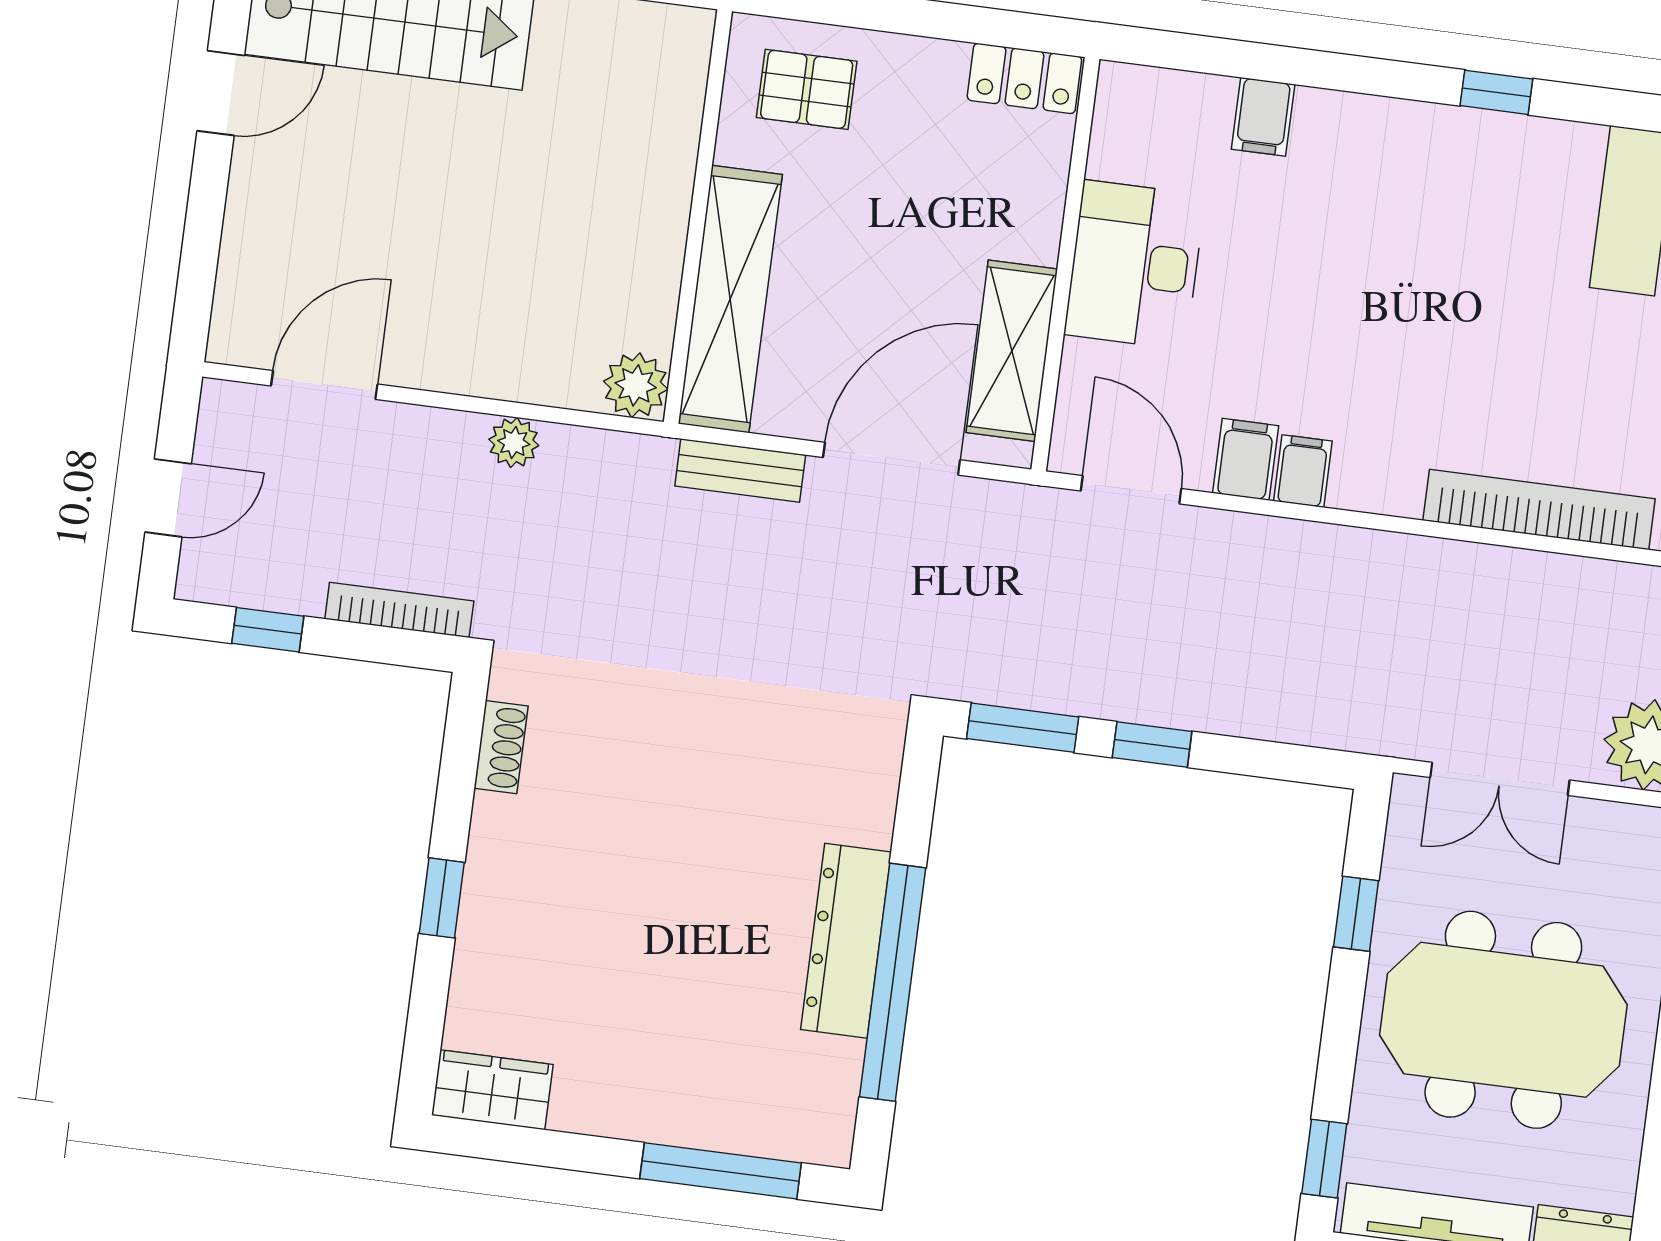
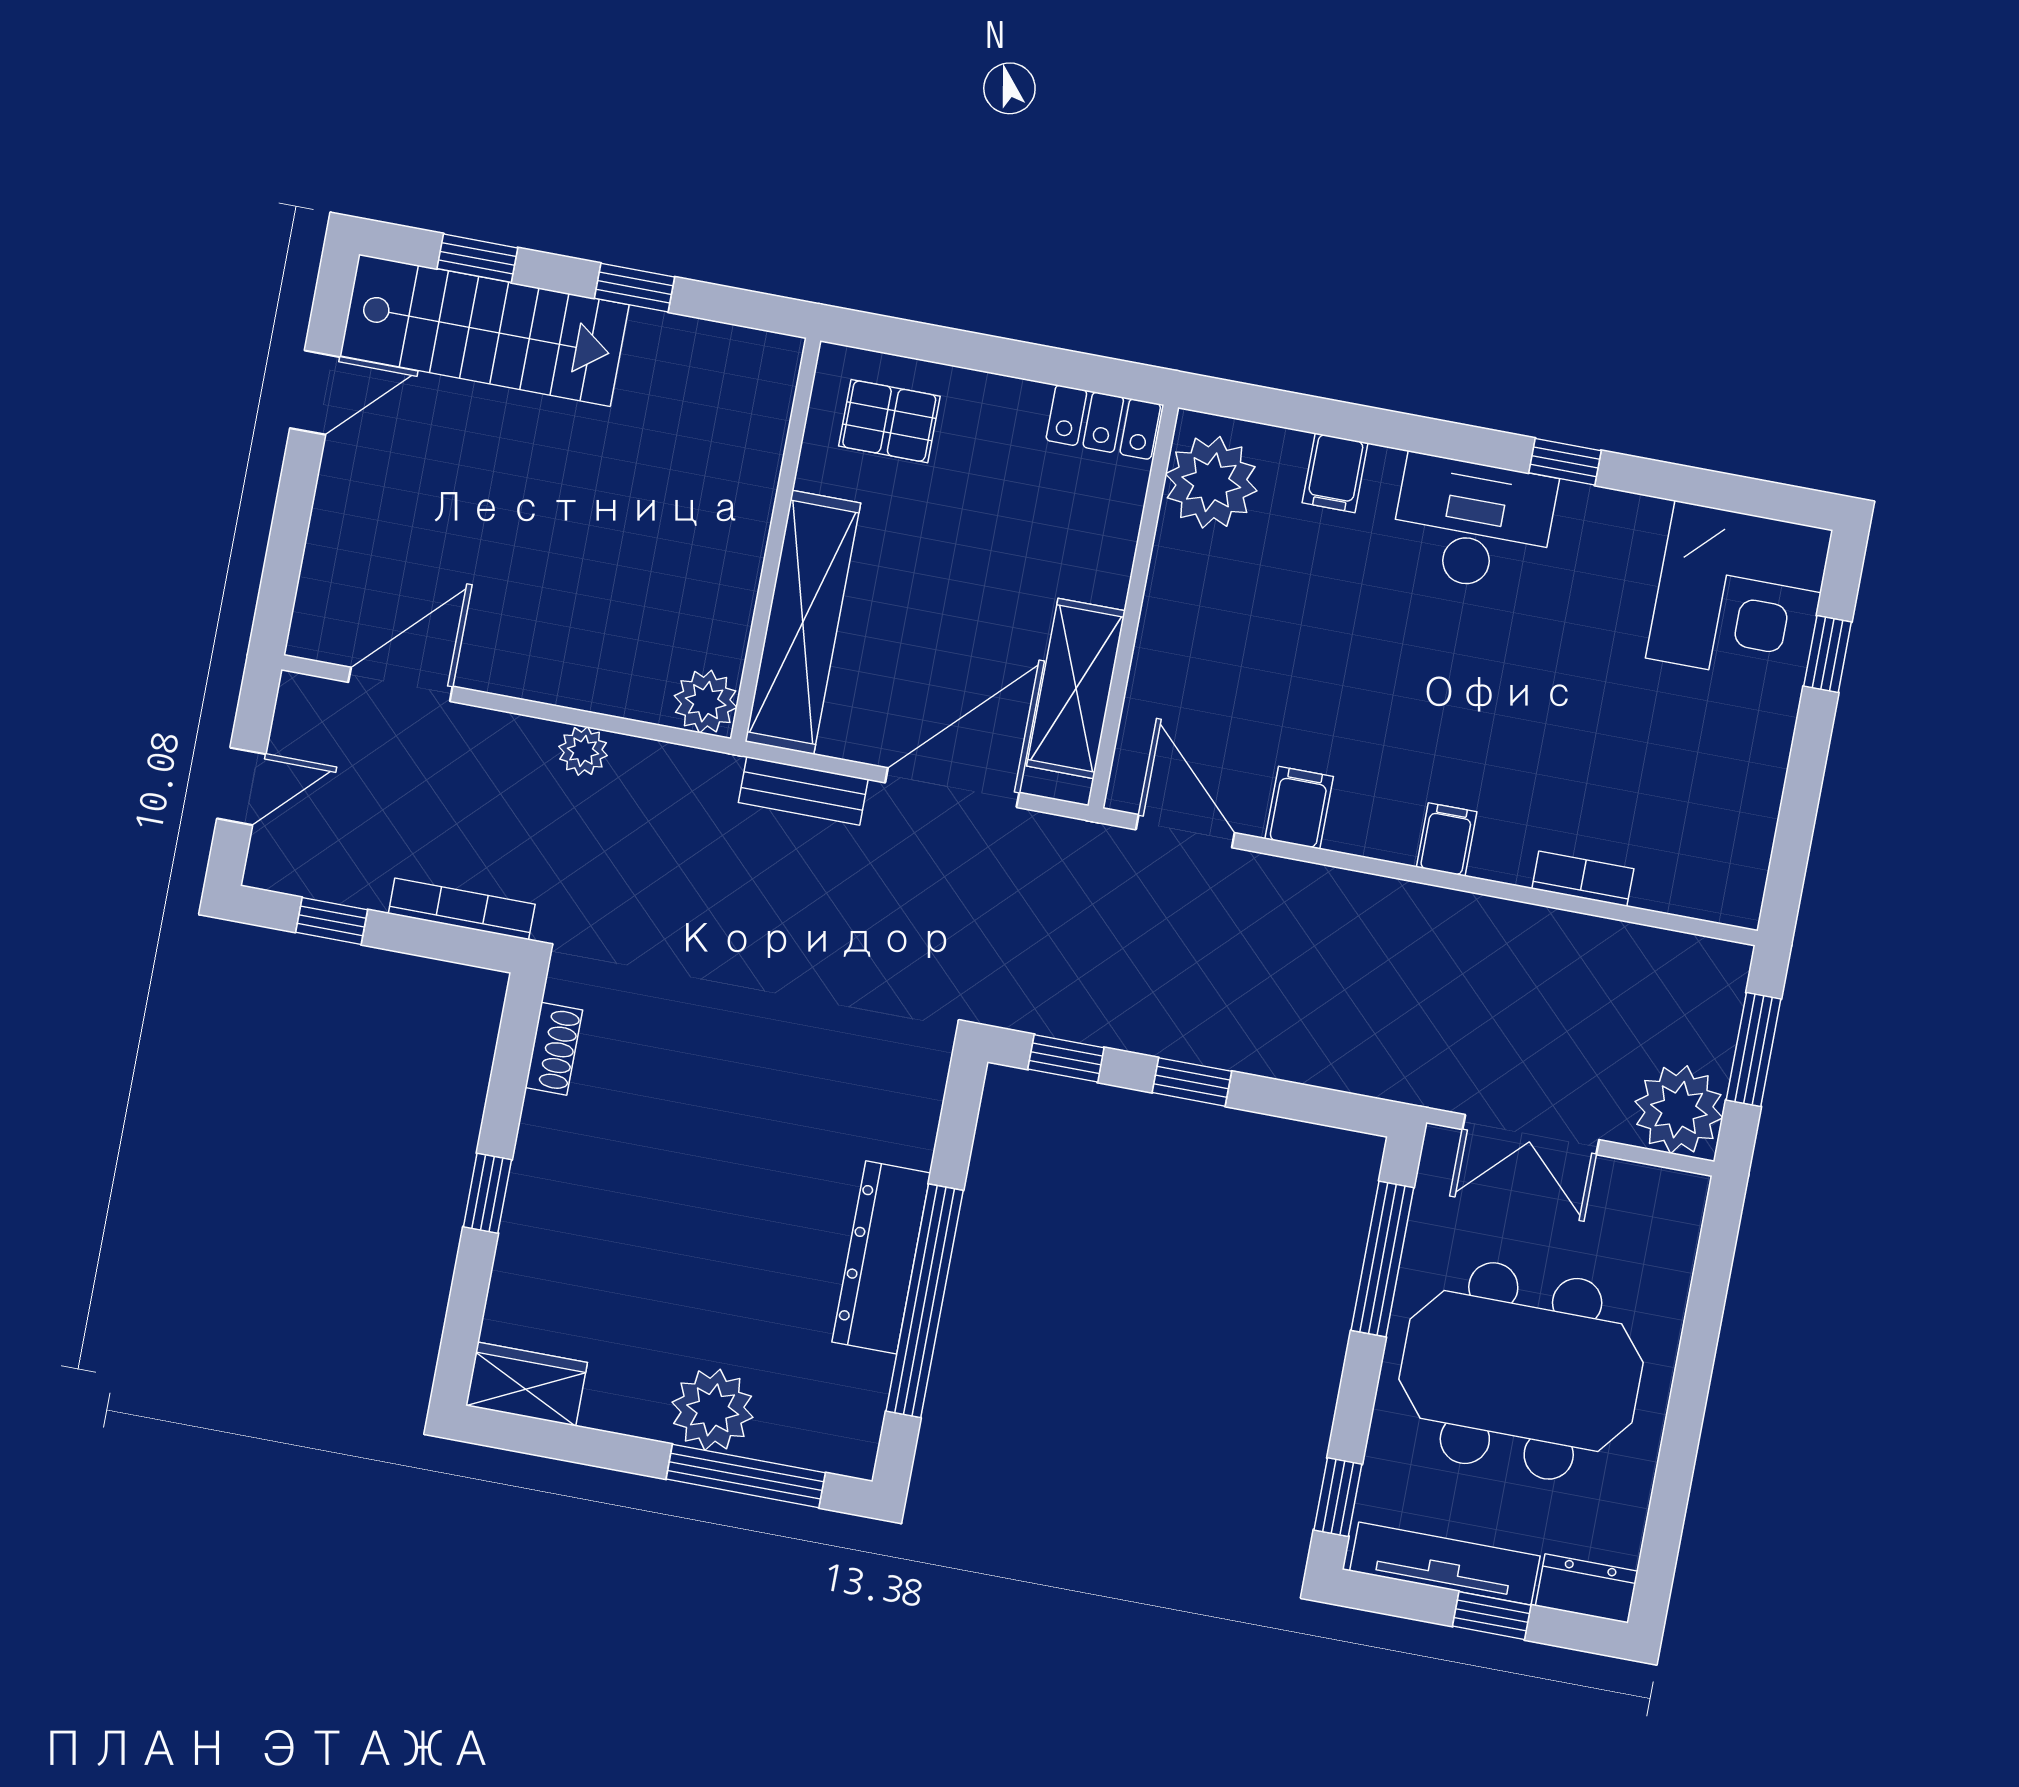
plant: (1138, 133) -> (1211, 482), added
desk: (1135, 265) -> (1473, 524), moved, turned 90
filing cabinet: (1303, 471) -> (1447, 839), moved
bookcase: (1539, 510) -> (1583, 879), width x0.43, depth x0.76
window: (1023, 728) -> (1066, 1058), width x0.67
window: (1356, 914) -> (1382, 1259), width x2.17
plant: (683, 1105) -> (713, 1410), added

